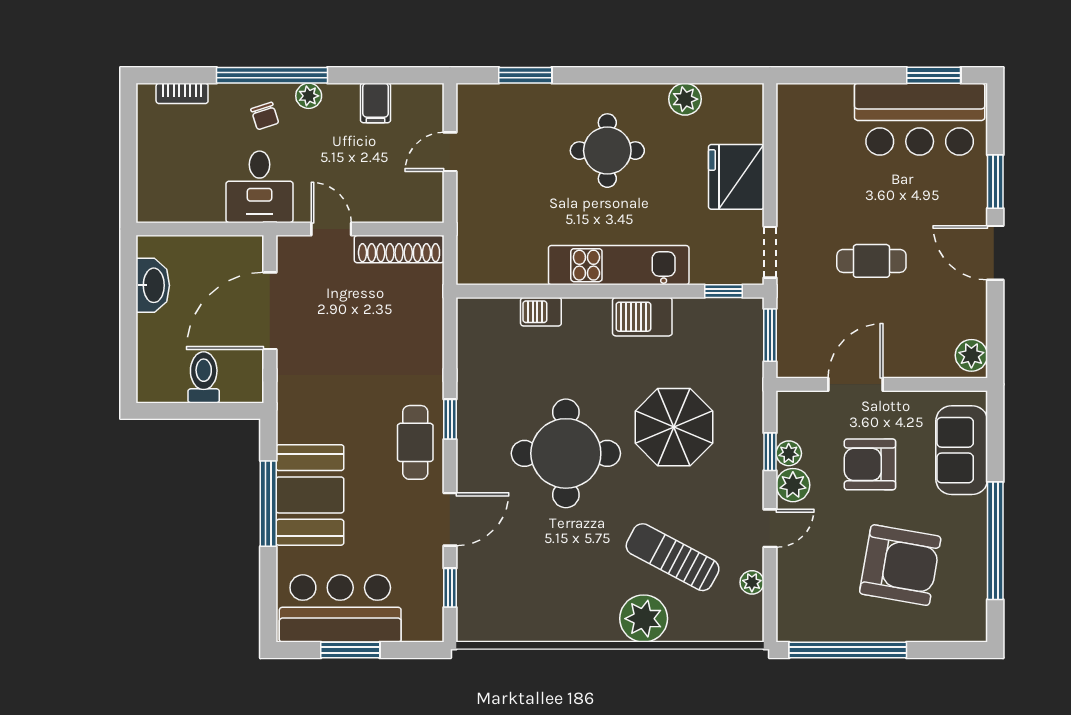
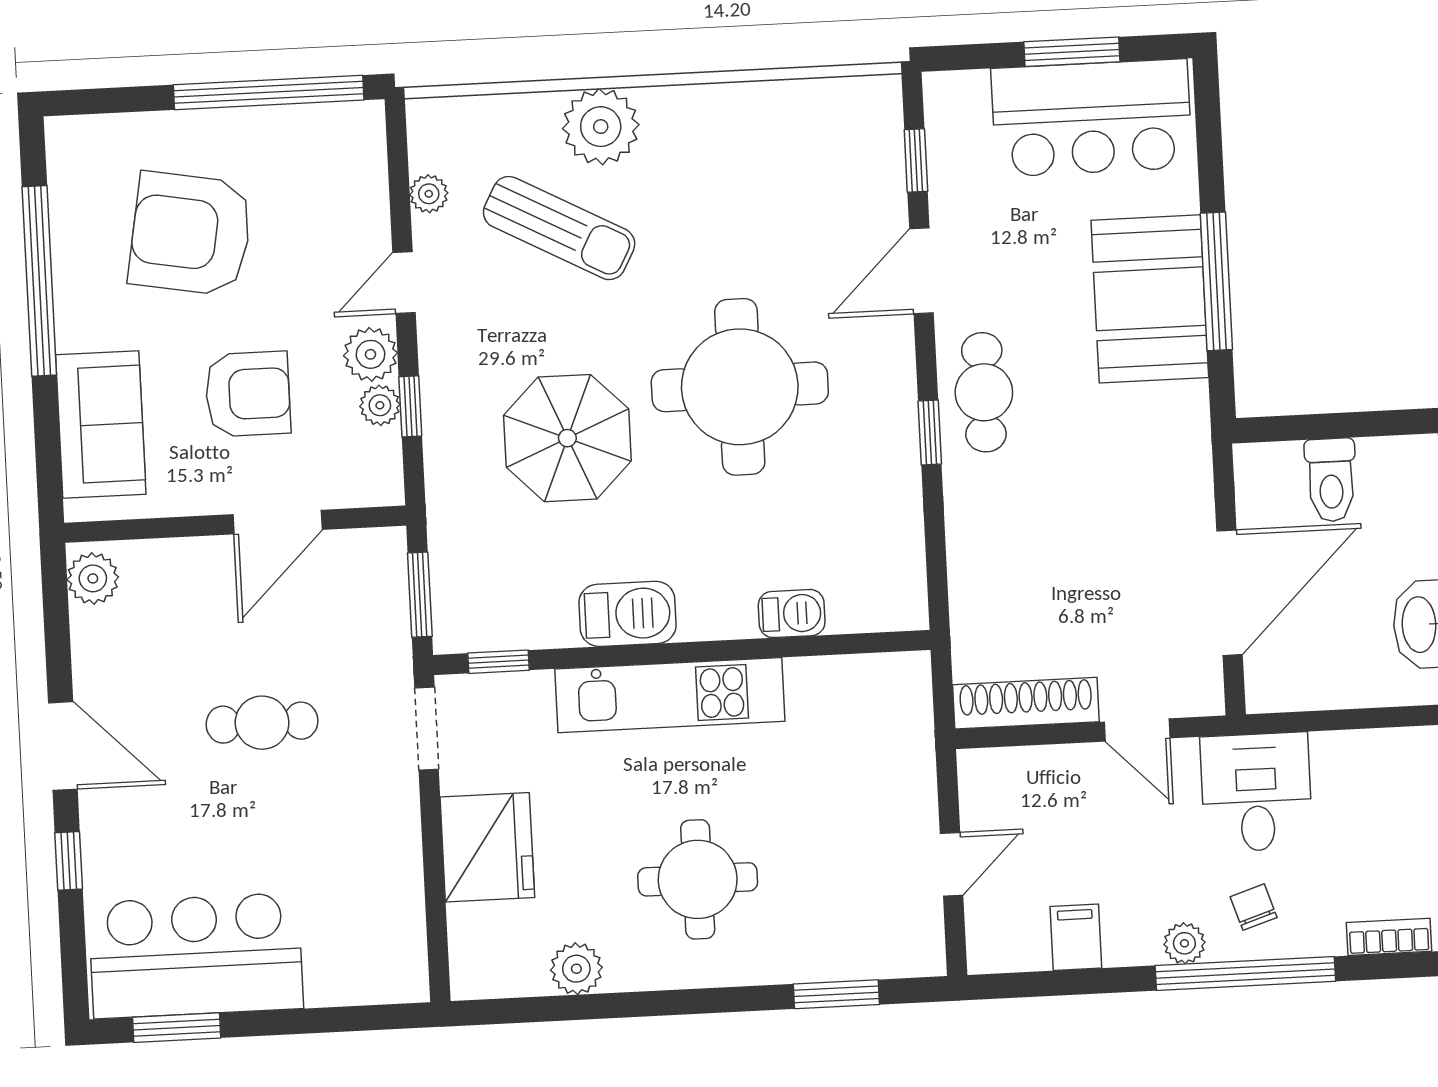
window: (995, 182) -> (69, 861), width x0.67

